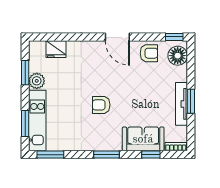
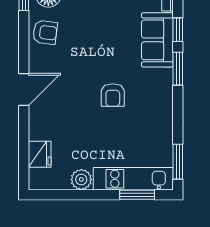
door: (117, 37) -> (24, 90), moved
armchair: (149, 53) -> (45, 32), turned 97
window: (25, 73) -> (71, 195), removed
window: (106, 155) -> (178, 69), moved

